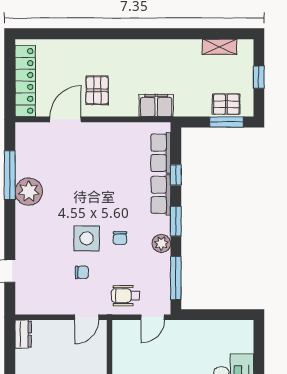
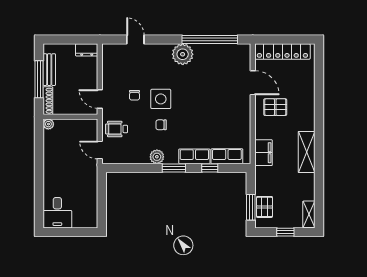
shelving: (219, 47) -> (309, 214), moved
shelving: (155, 50) -> (307, 152), added
window: (10, 175) -> (210, 40), width x1.46
plant: (29, 192) -> (183, 54), moved
window: (176, 278) -> (130, 168), removed
wheelchair: (125, 296) -> (116, 129), turned -90

